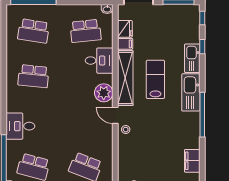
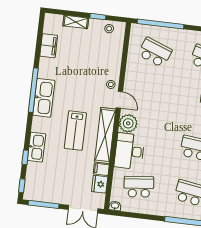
desk: (99, 61) -> (130, 151), width x1.37
kitchen sink: (191, 92) -> (44, 98), moved

